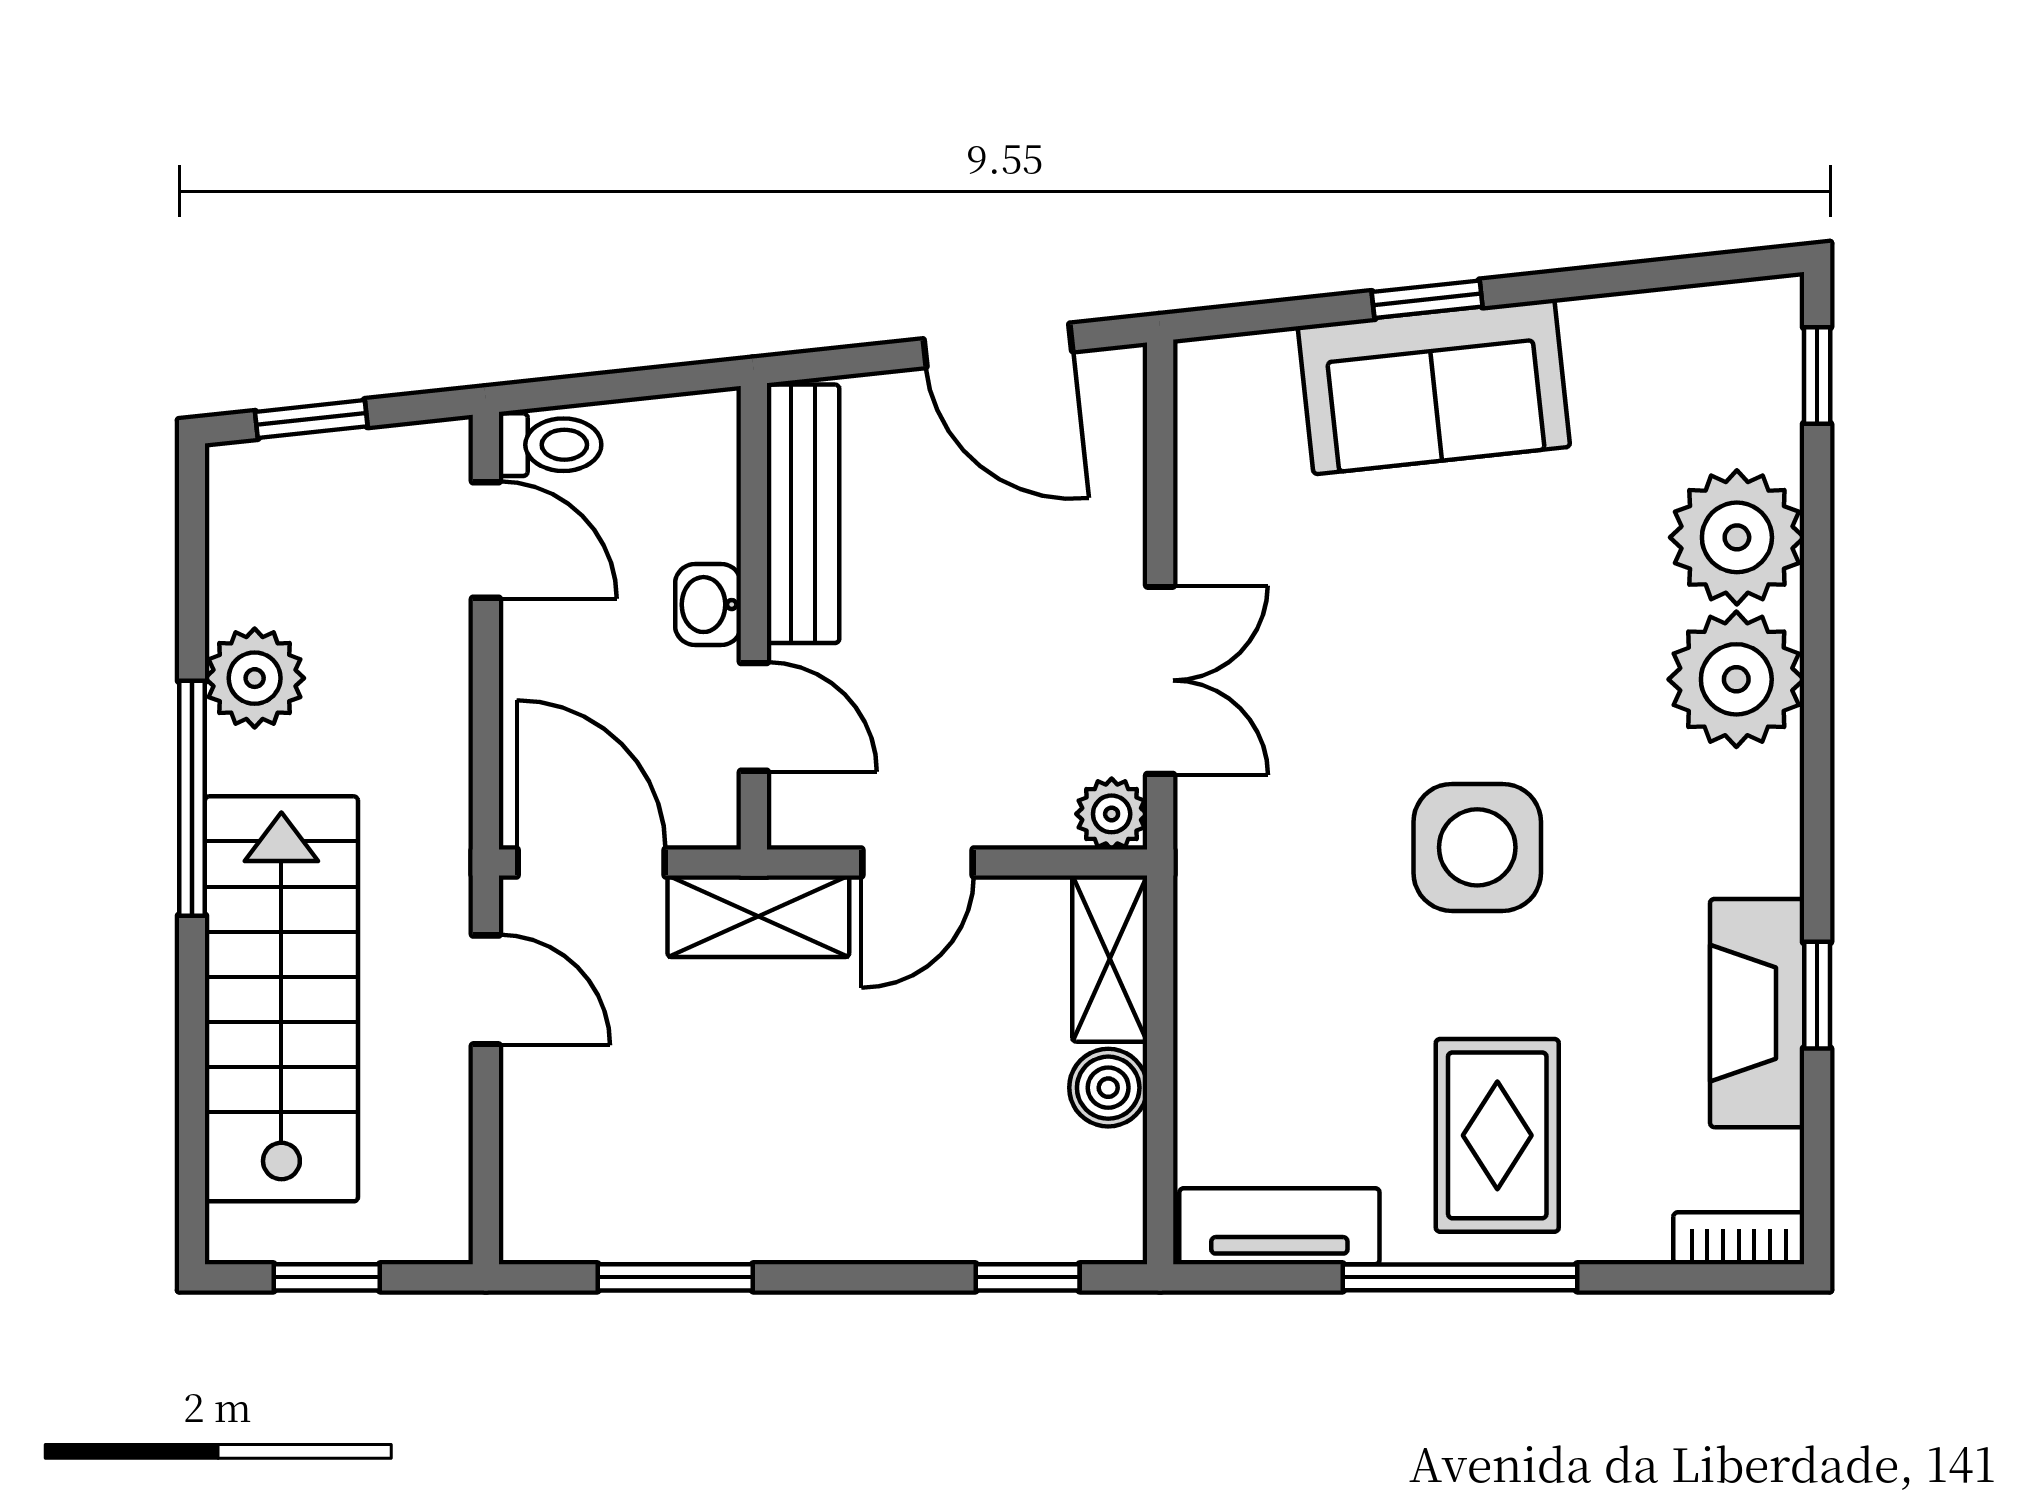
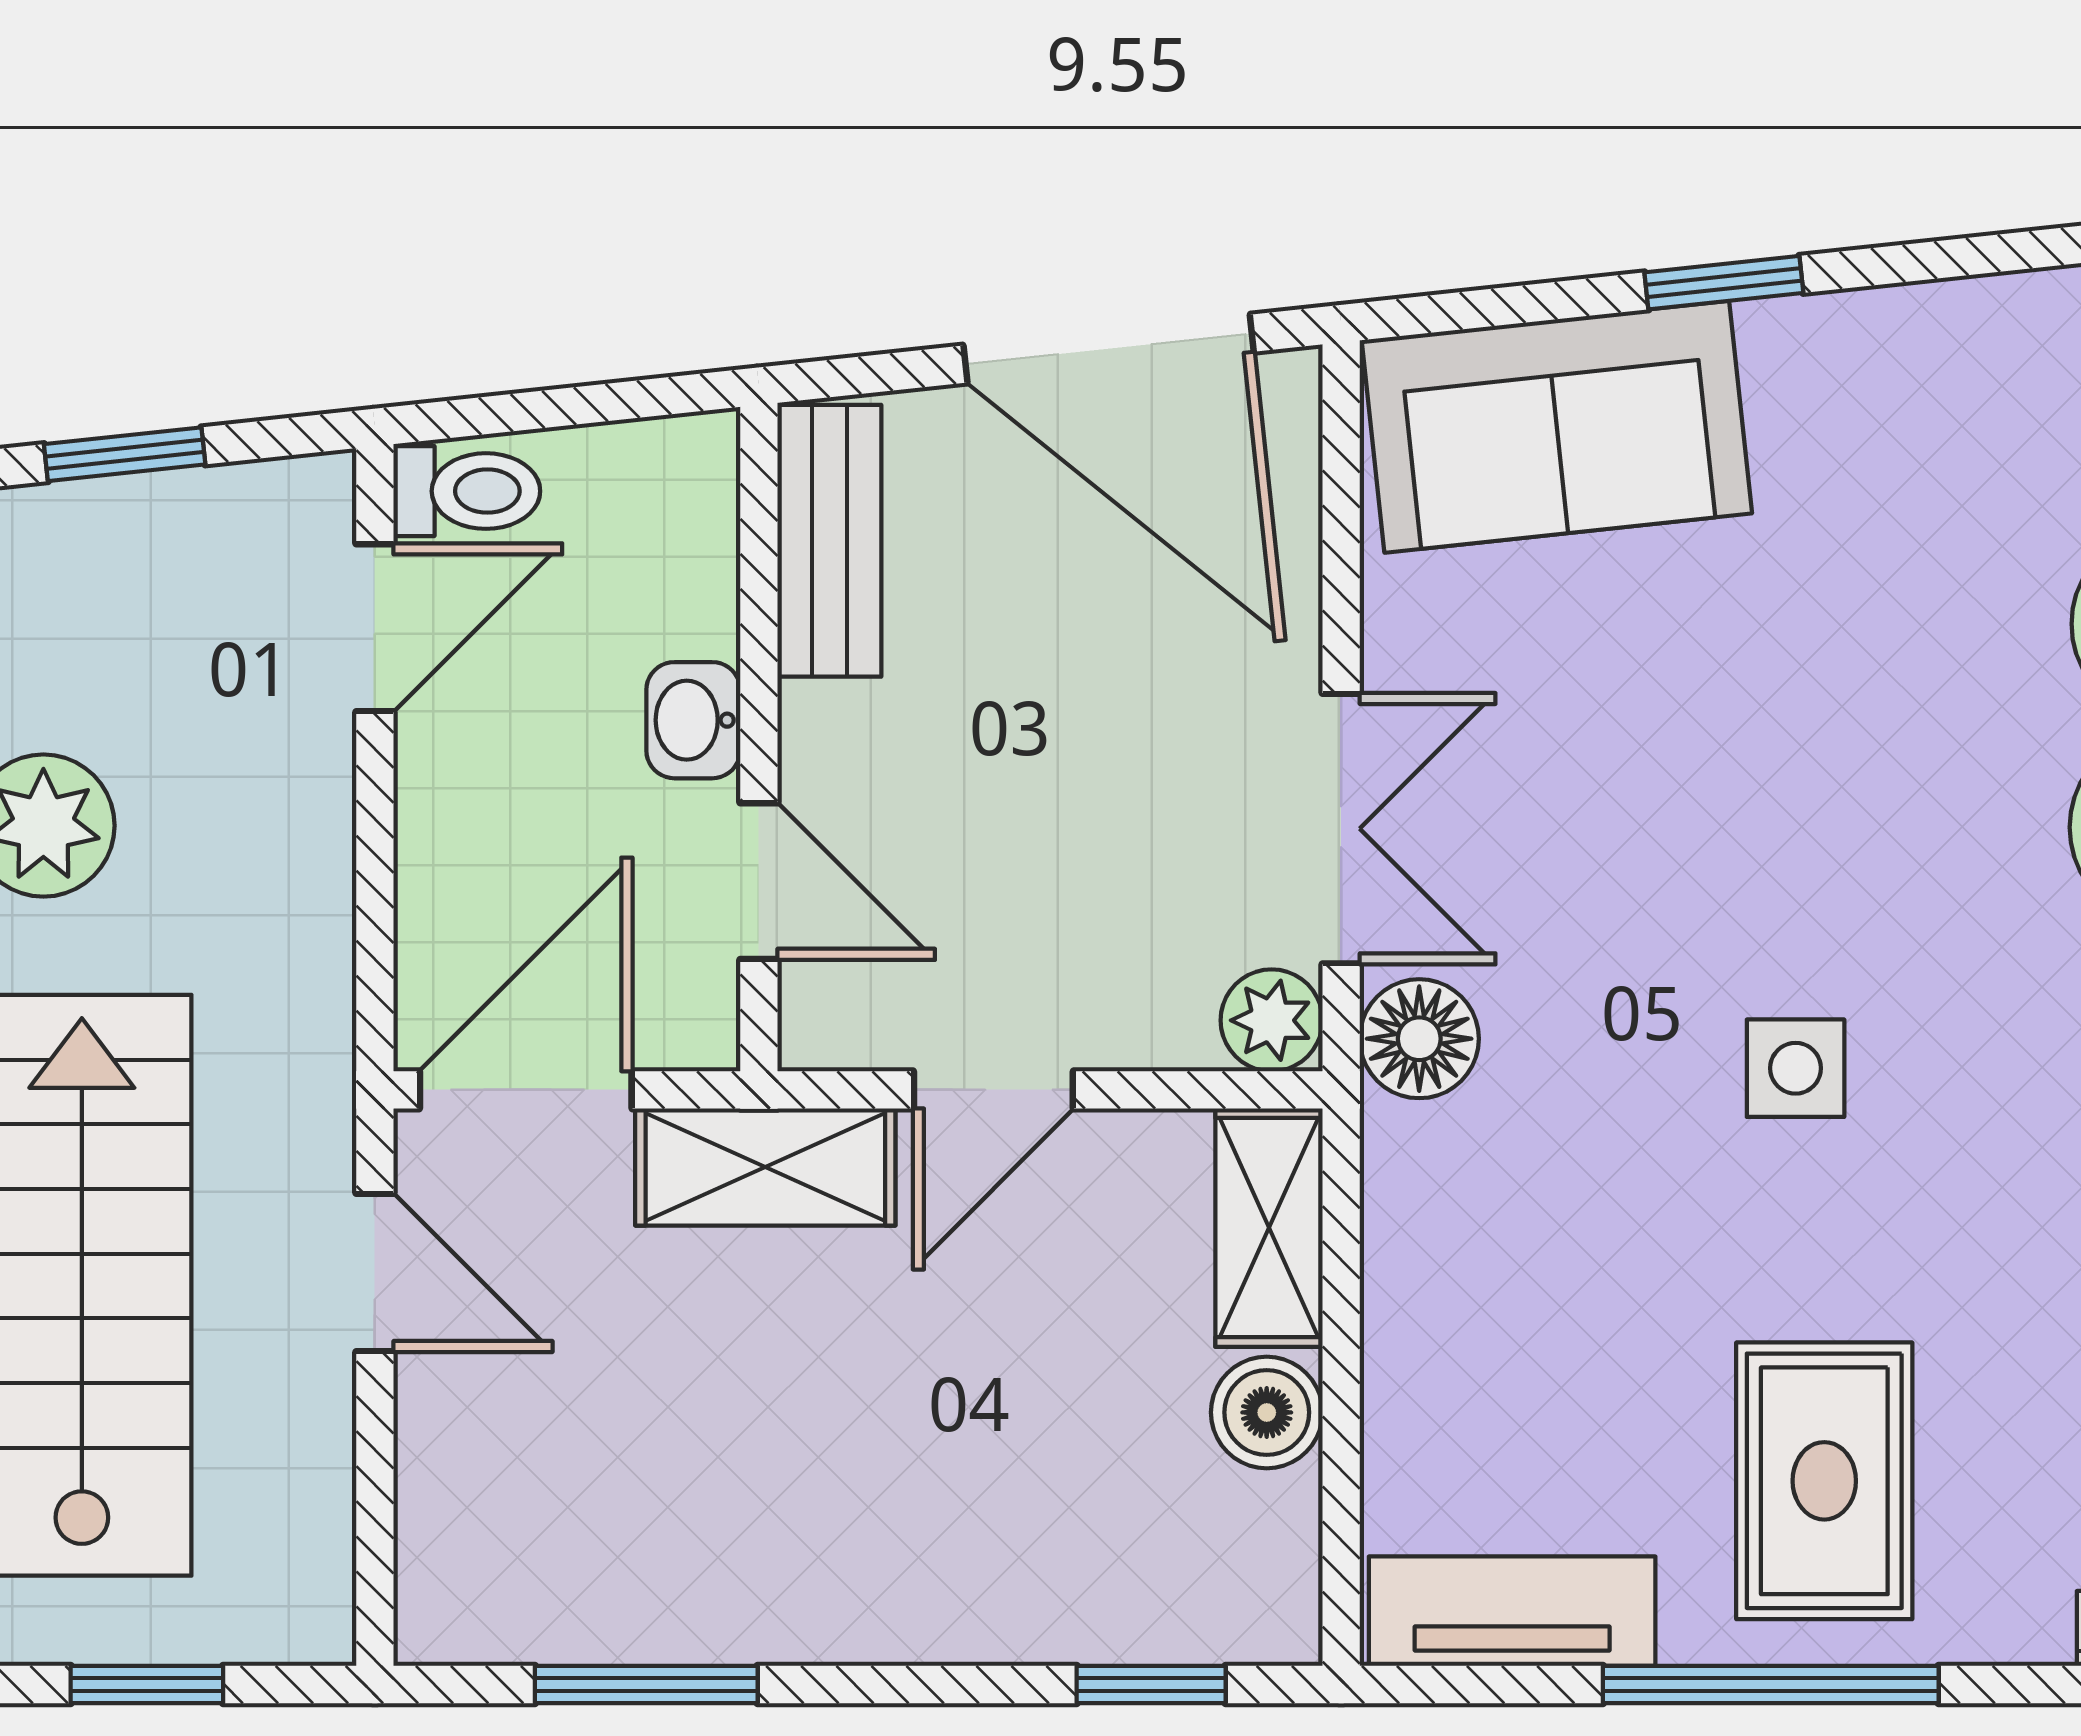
door: (998, 345) -> (1109, 349), width x1.36
sofa: (1434, 387) -> (1557, 427), moved
bench: (803, 514) -> (829, 541), width x0.73
door: (486, 540) -> (375, 628), hinge flipped
floor lamp: (1215, 827) -> (1419, 1039), added
side table: (1477, 847) -> (1796, 1068), width x0.54, depth x0.54
door: (591, 862) -> (526, 1090), hinge flipped

